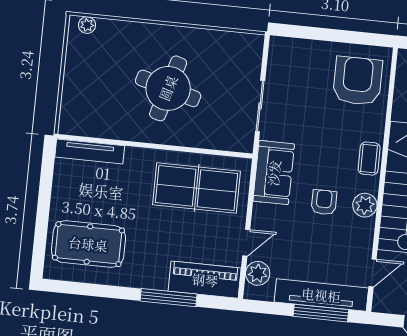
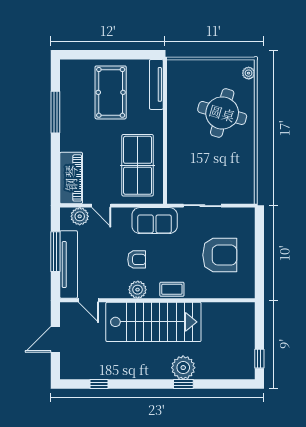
armchair: (358, 81) -> (220, 255), moved
round table: (168, 88) -> (222, 113), moved
pool table: (88, 244) -> (111, 92), moved
window: (168, 298) -> (55, 112), moved
window: (321, 313) -> (55, 252), moved

